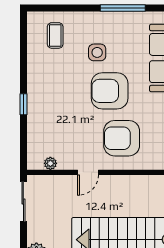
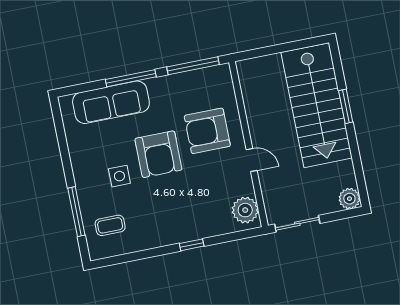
window: (123, 8) -> (76, 212), moved
armchair: (122, 138) -> (207, 131), turned 90
plant: (50, 163) -> (245, 210), width x1.88, depth x1.88

